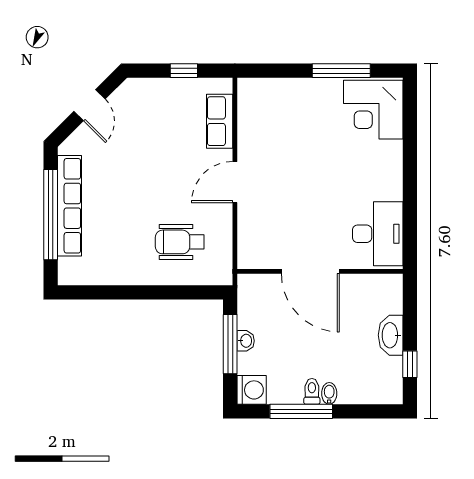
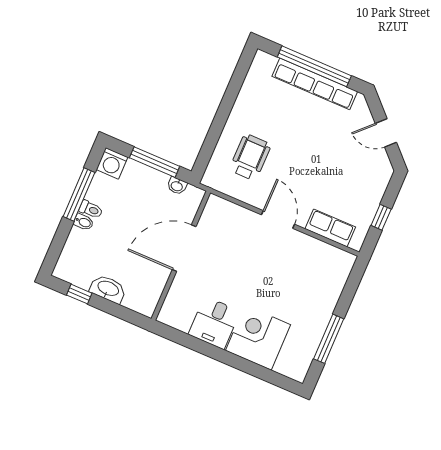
corner desk: (373, 110) -> (258, 338), moved
desk: (378, 234) -> (214, 323), moved, width x0.73
washbasin: (246, 341) -> (177, 186), moved

